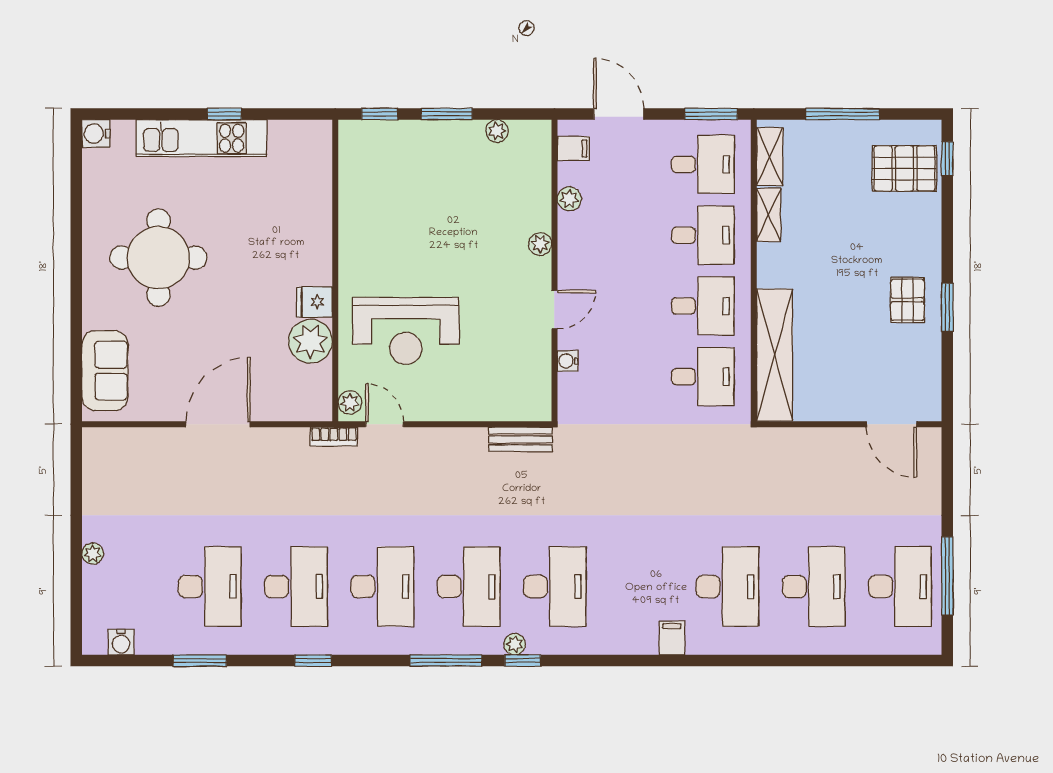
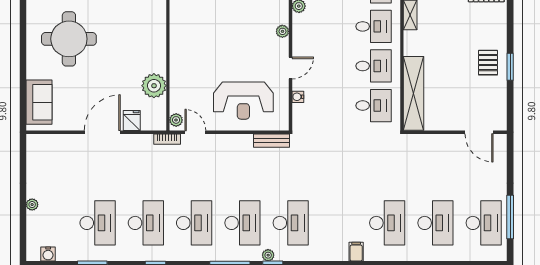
fridge: (314, 302) -> (132, 121), moved, turned 90
reception desk: (406, 331) -> (243, 101), moved

